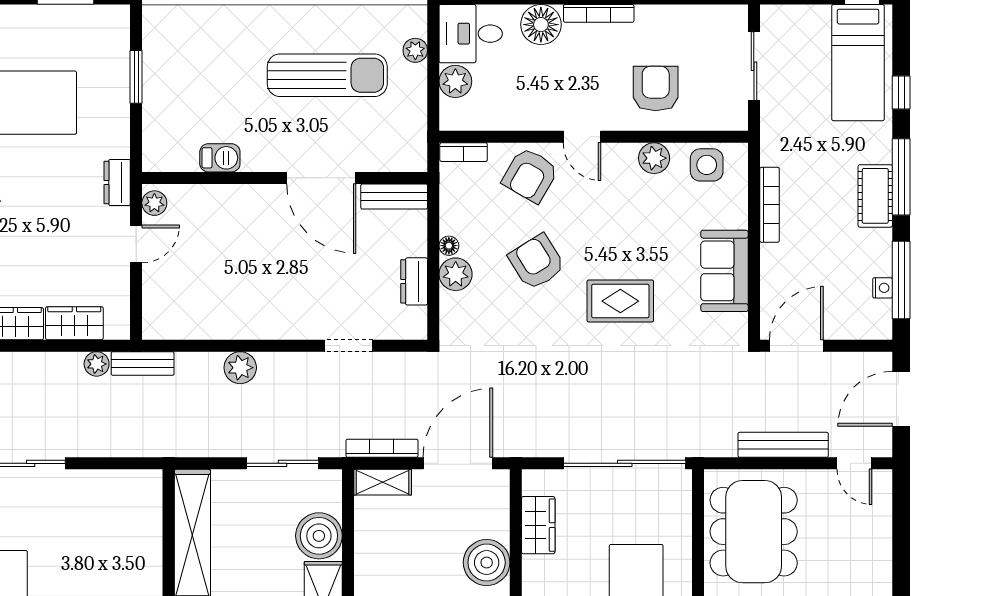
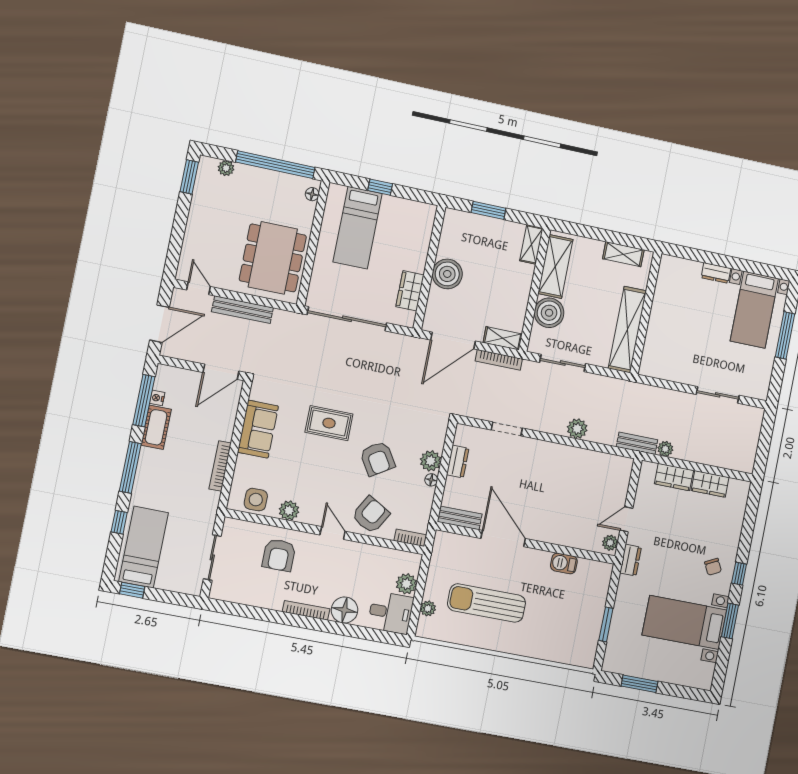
cot: (875, 196) -> (156, 427), moved

